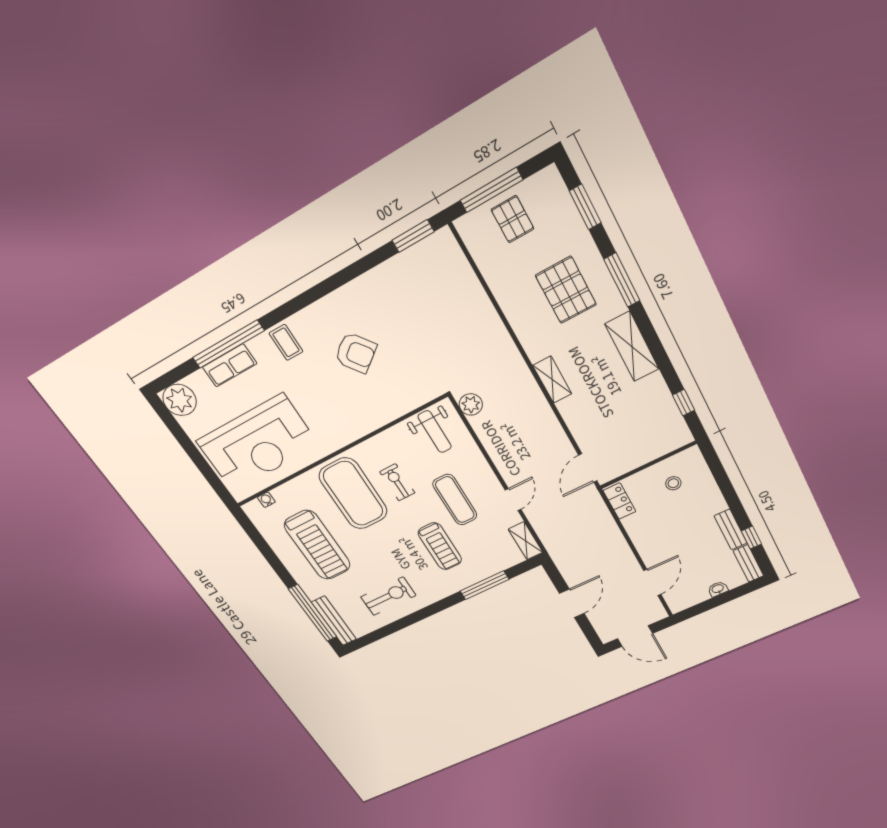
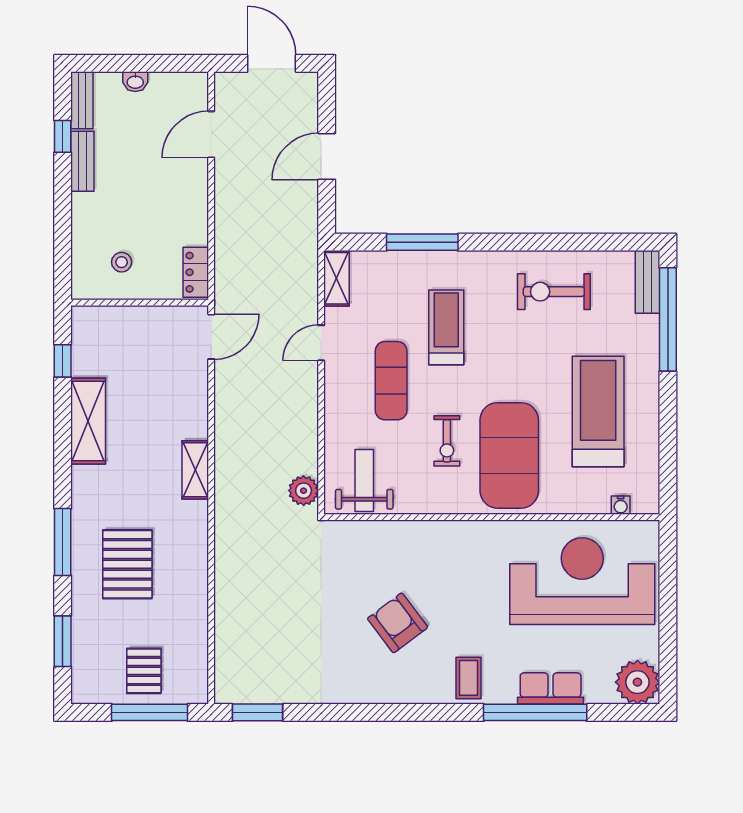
shelving: (632, 347) -> (88, 421), moved
bench: (334, 621) -> (647, 282), width x0.73

